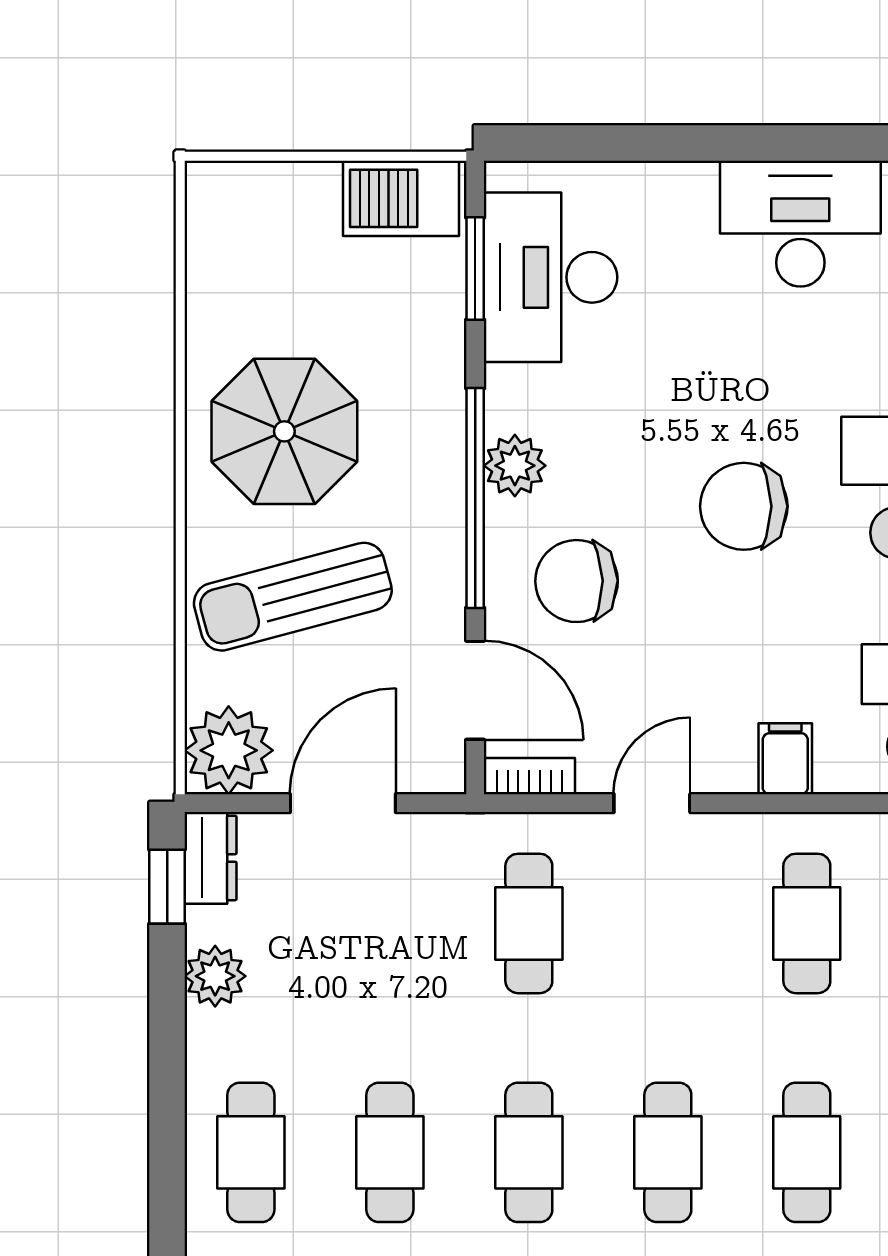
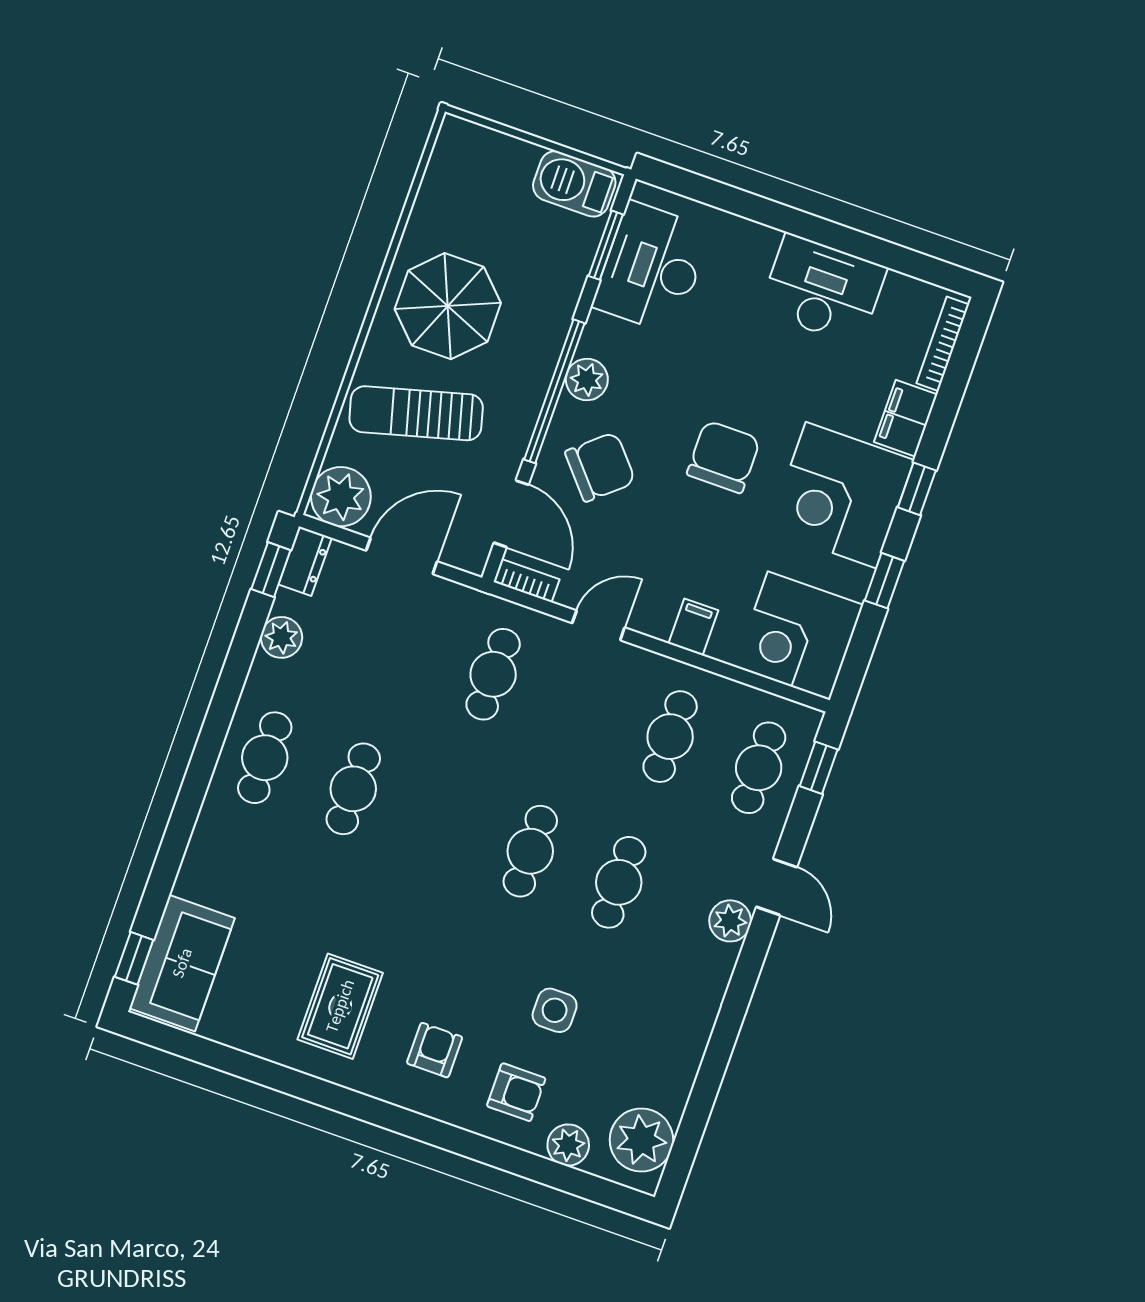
chair: (744, 506) -> (724, 457), turned 90
chair: (577, 581) -> (600, 467), turned 140
cafe table: (529, 1152) -> (442, 820), removed

